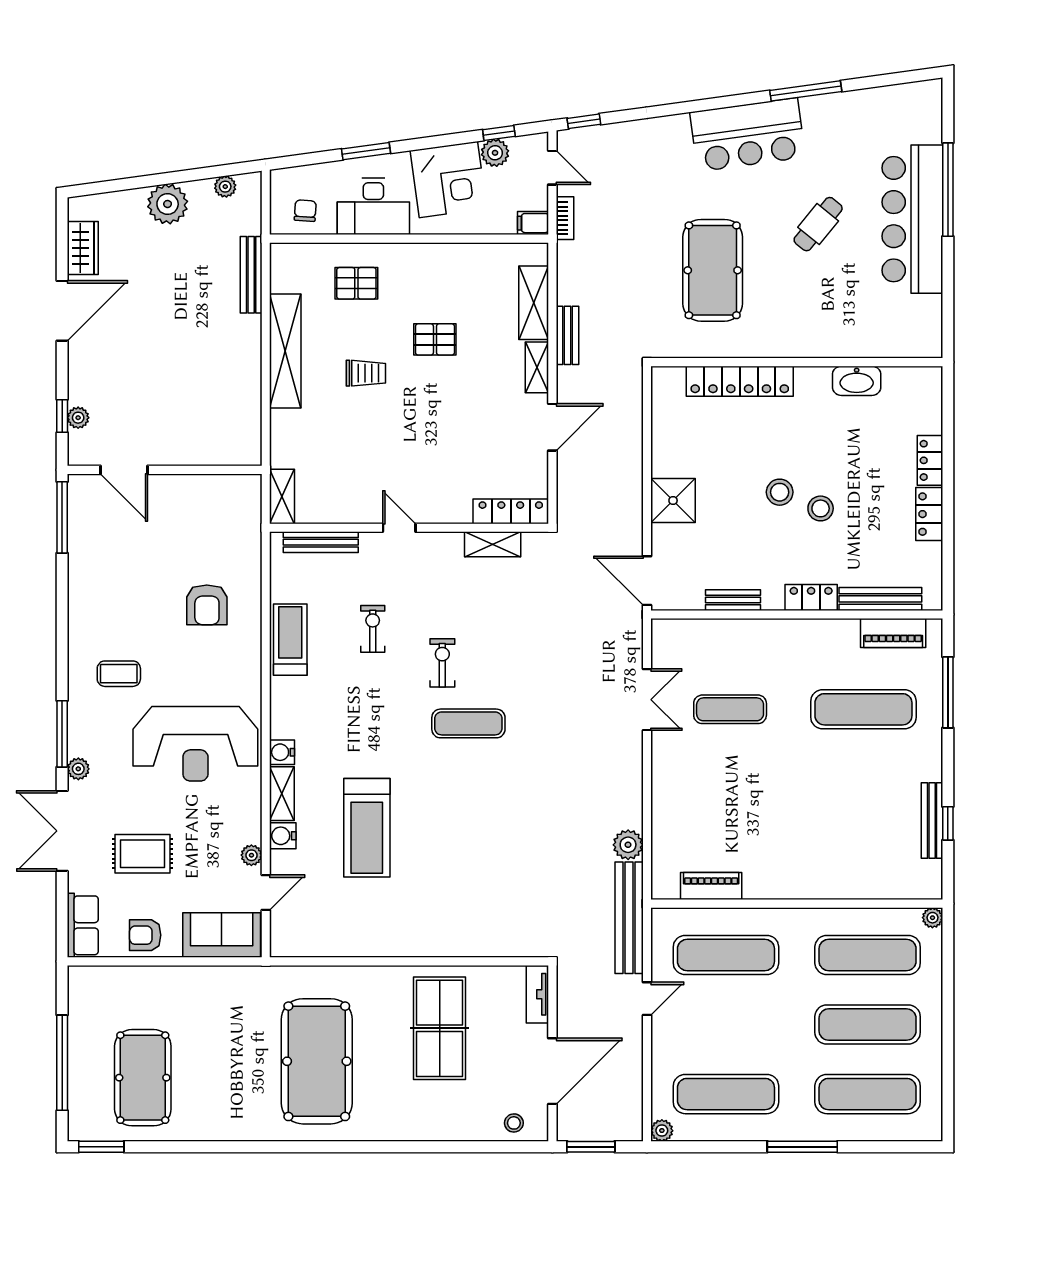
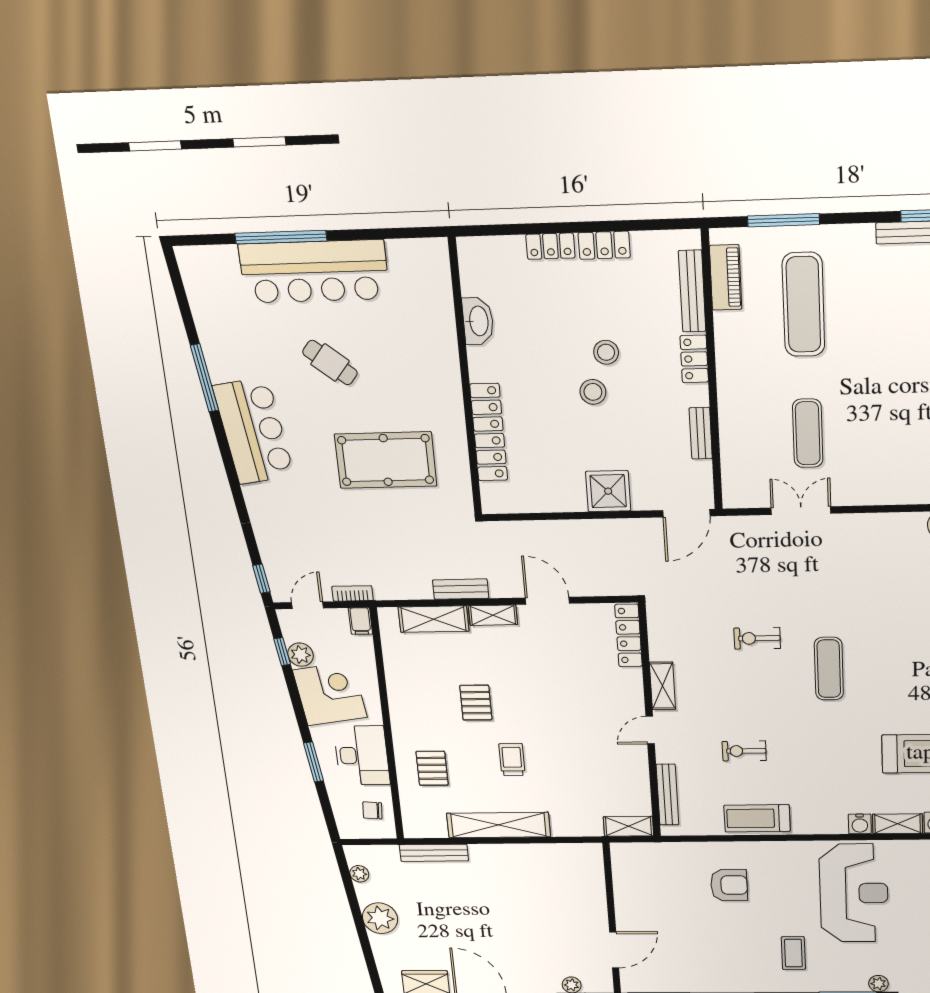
shelving: (493, 544) -> (662, 686), moved
exercise bike: (442, 663) -> (757, 638), moved

